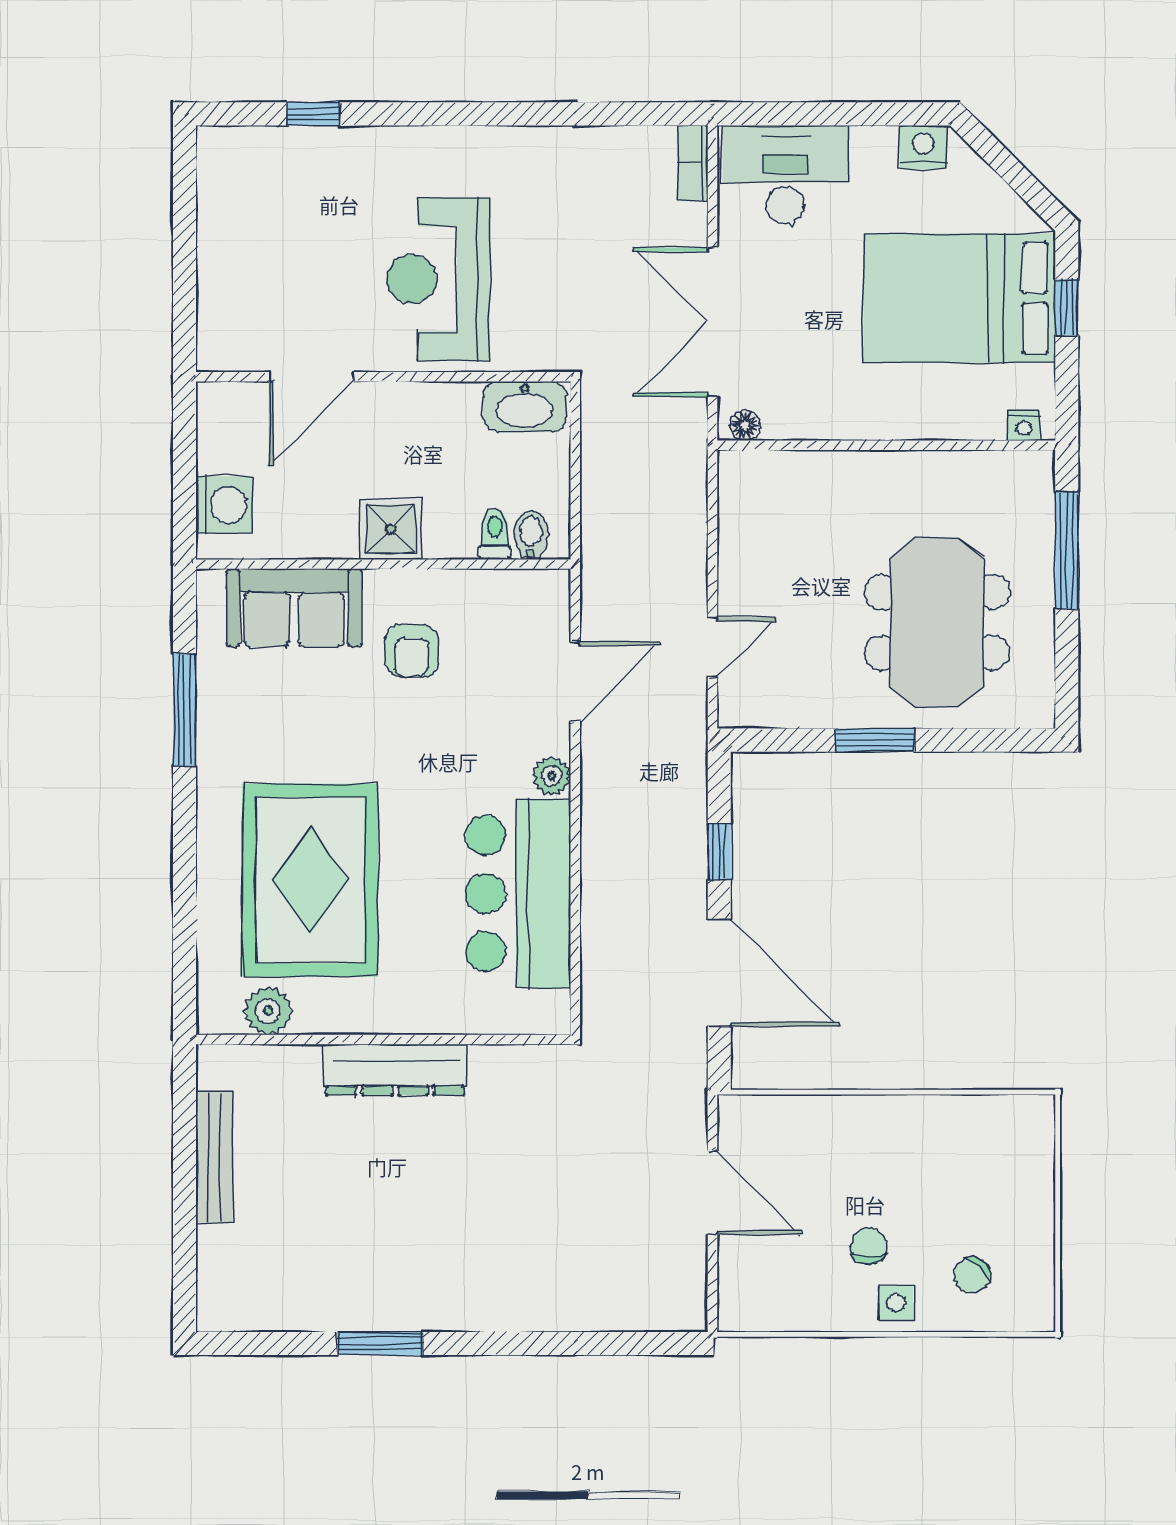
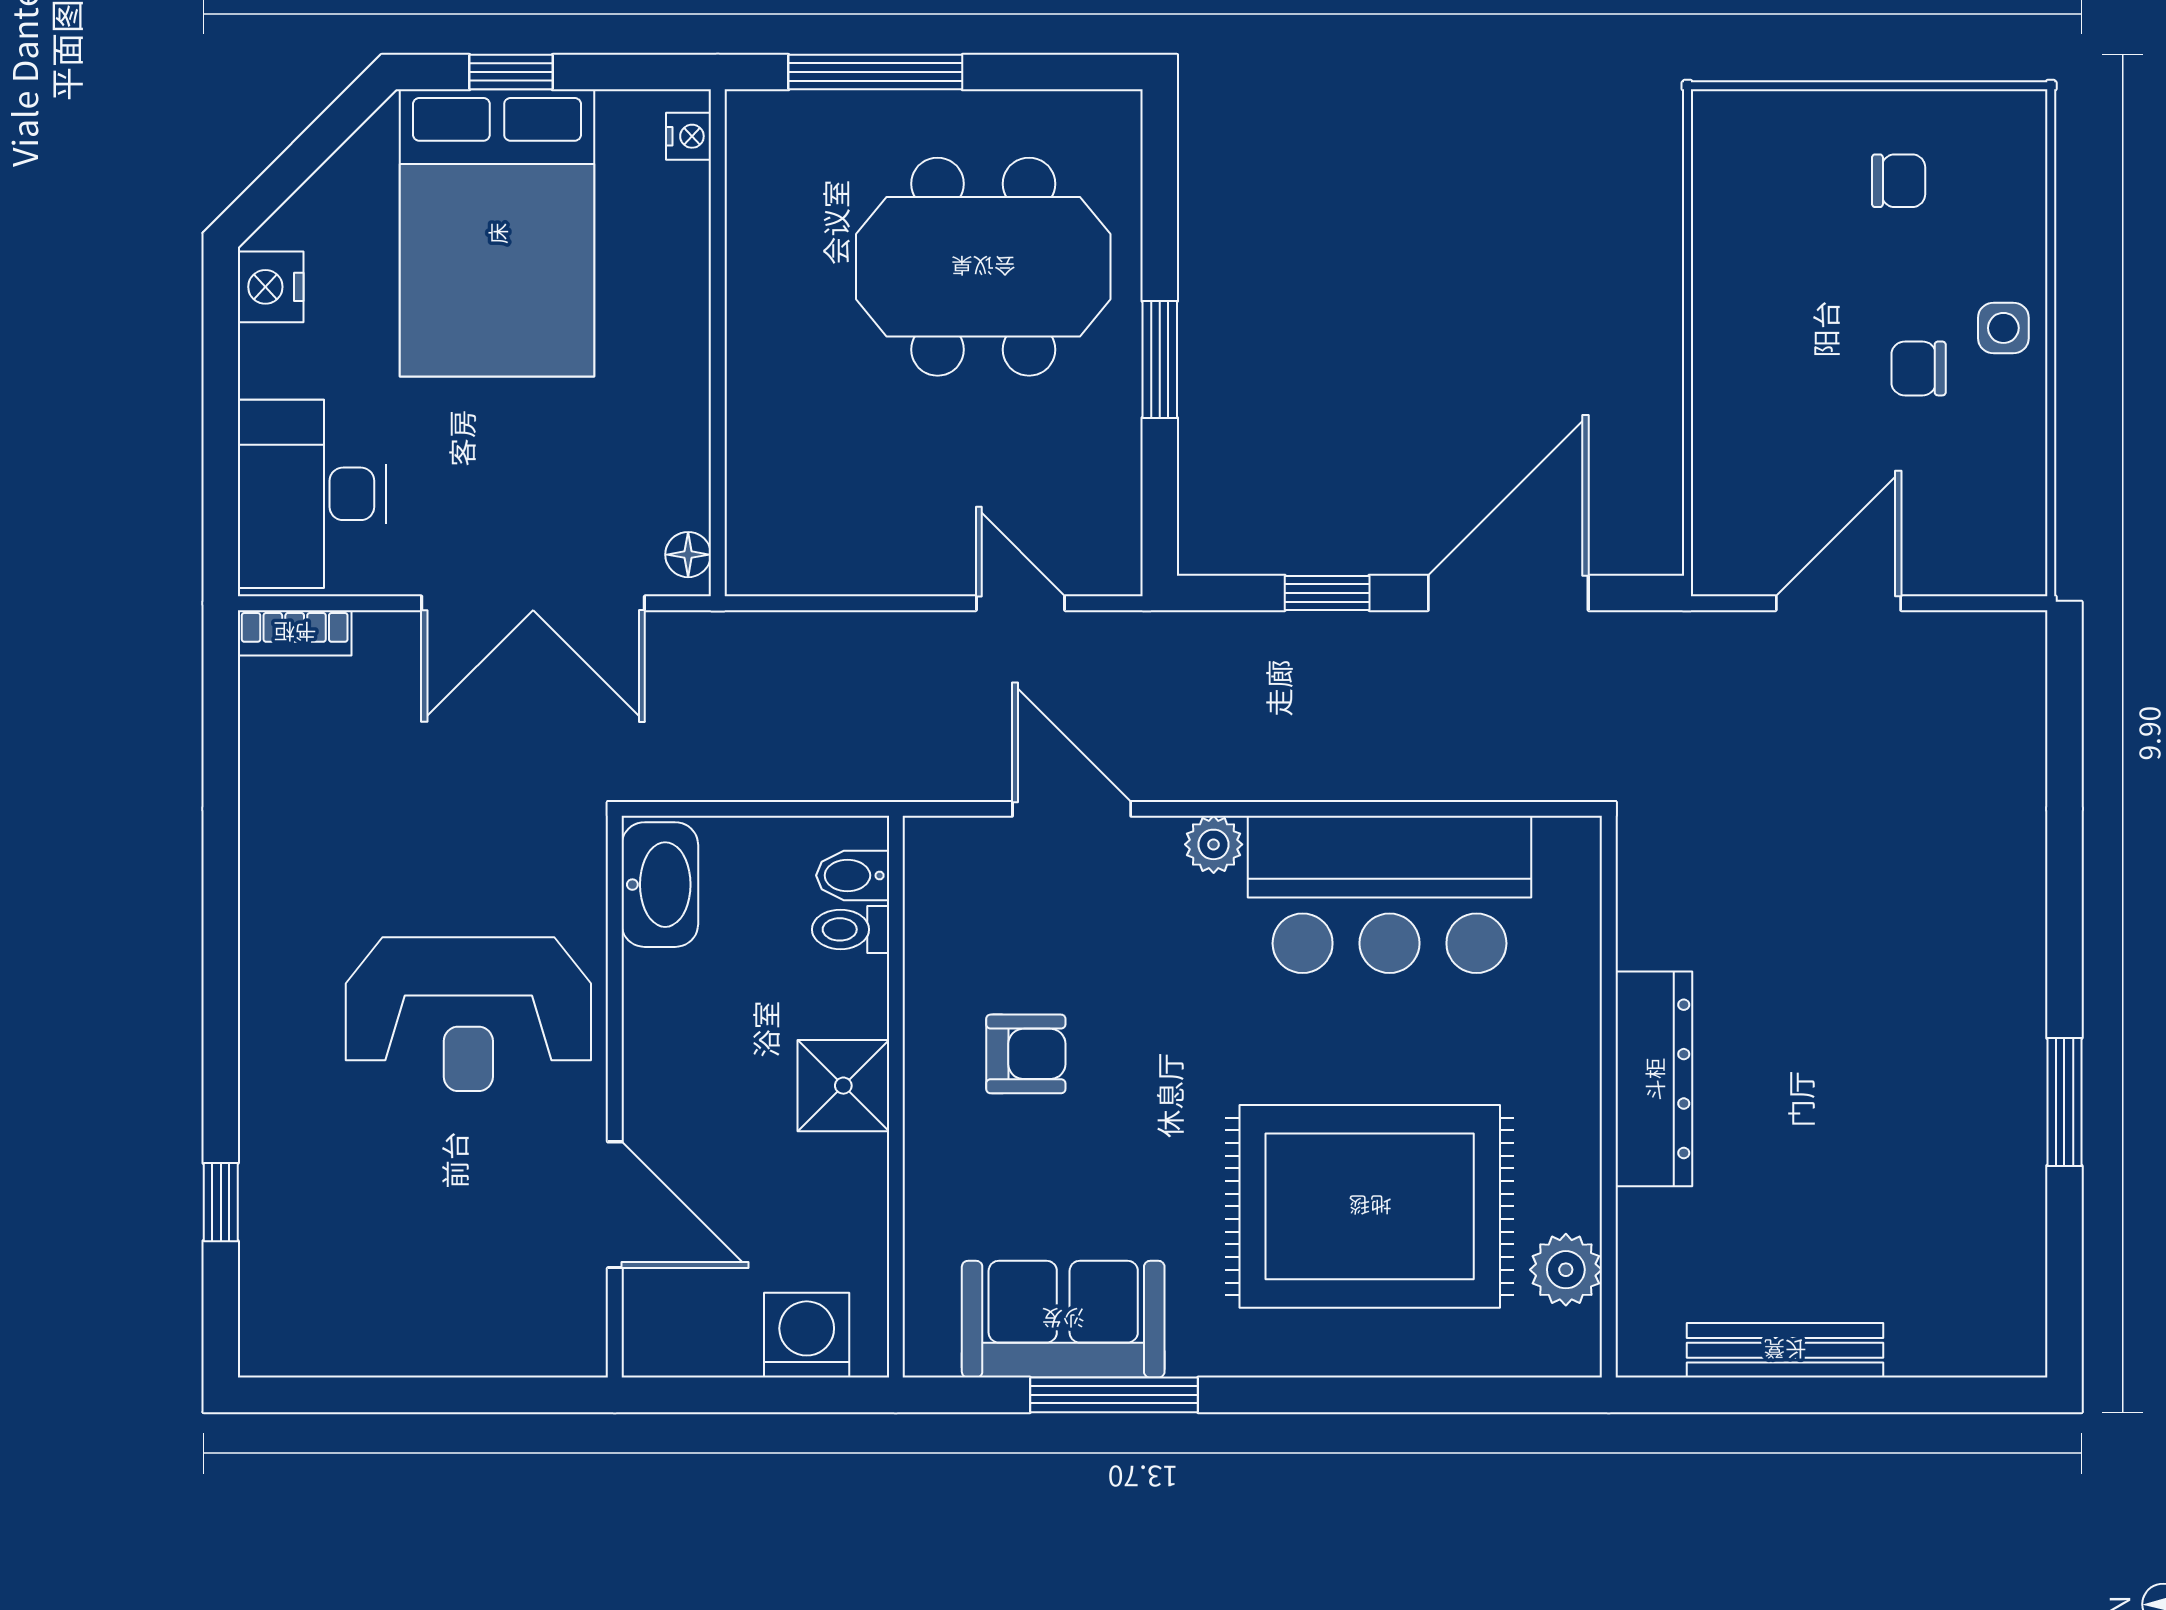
sofa: (294, 608) -> (1063, 1319), moved, turned -90
chair: (972, 1275) -> (1899, 181), moved, turned -43

